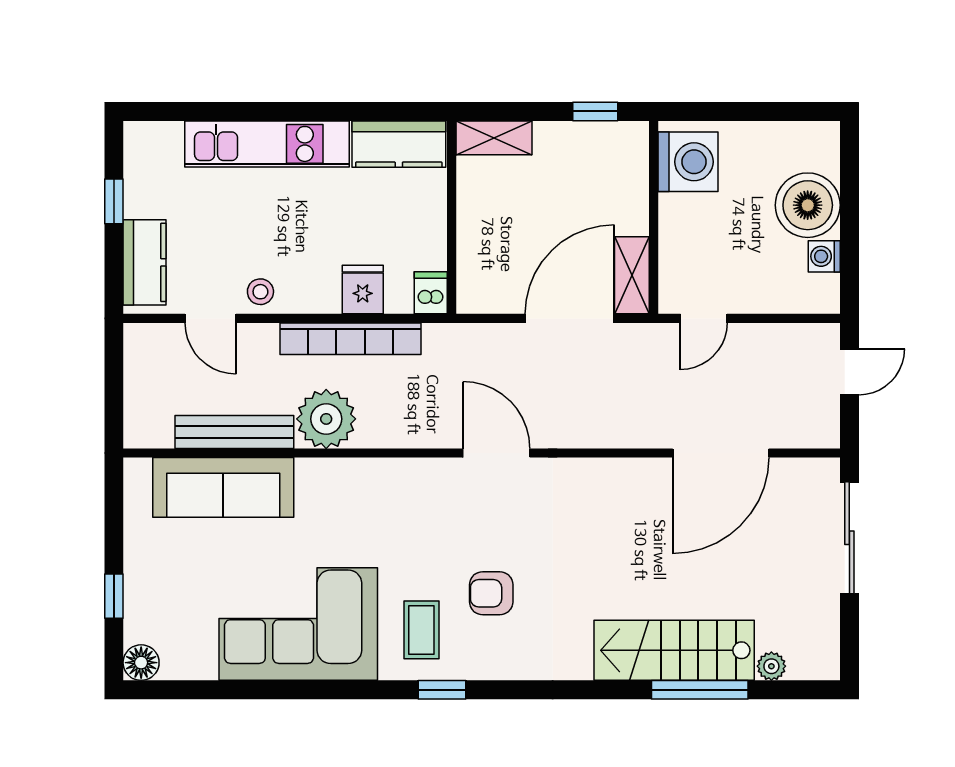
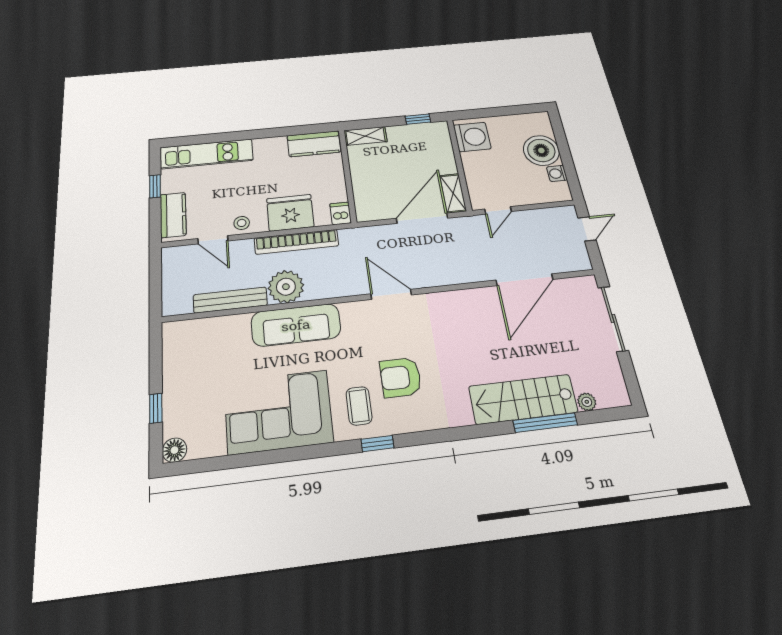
kitchen unit: (267, 144) -> (206, 154), moved
fridge: (363, 290) -> (290, 213), width x1.88, depth x1.34
sofa: (223, 487) -> (296, 325), moved
armchair: (491, 593) -> (401, 377), width x1.38, depth x1.38

